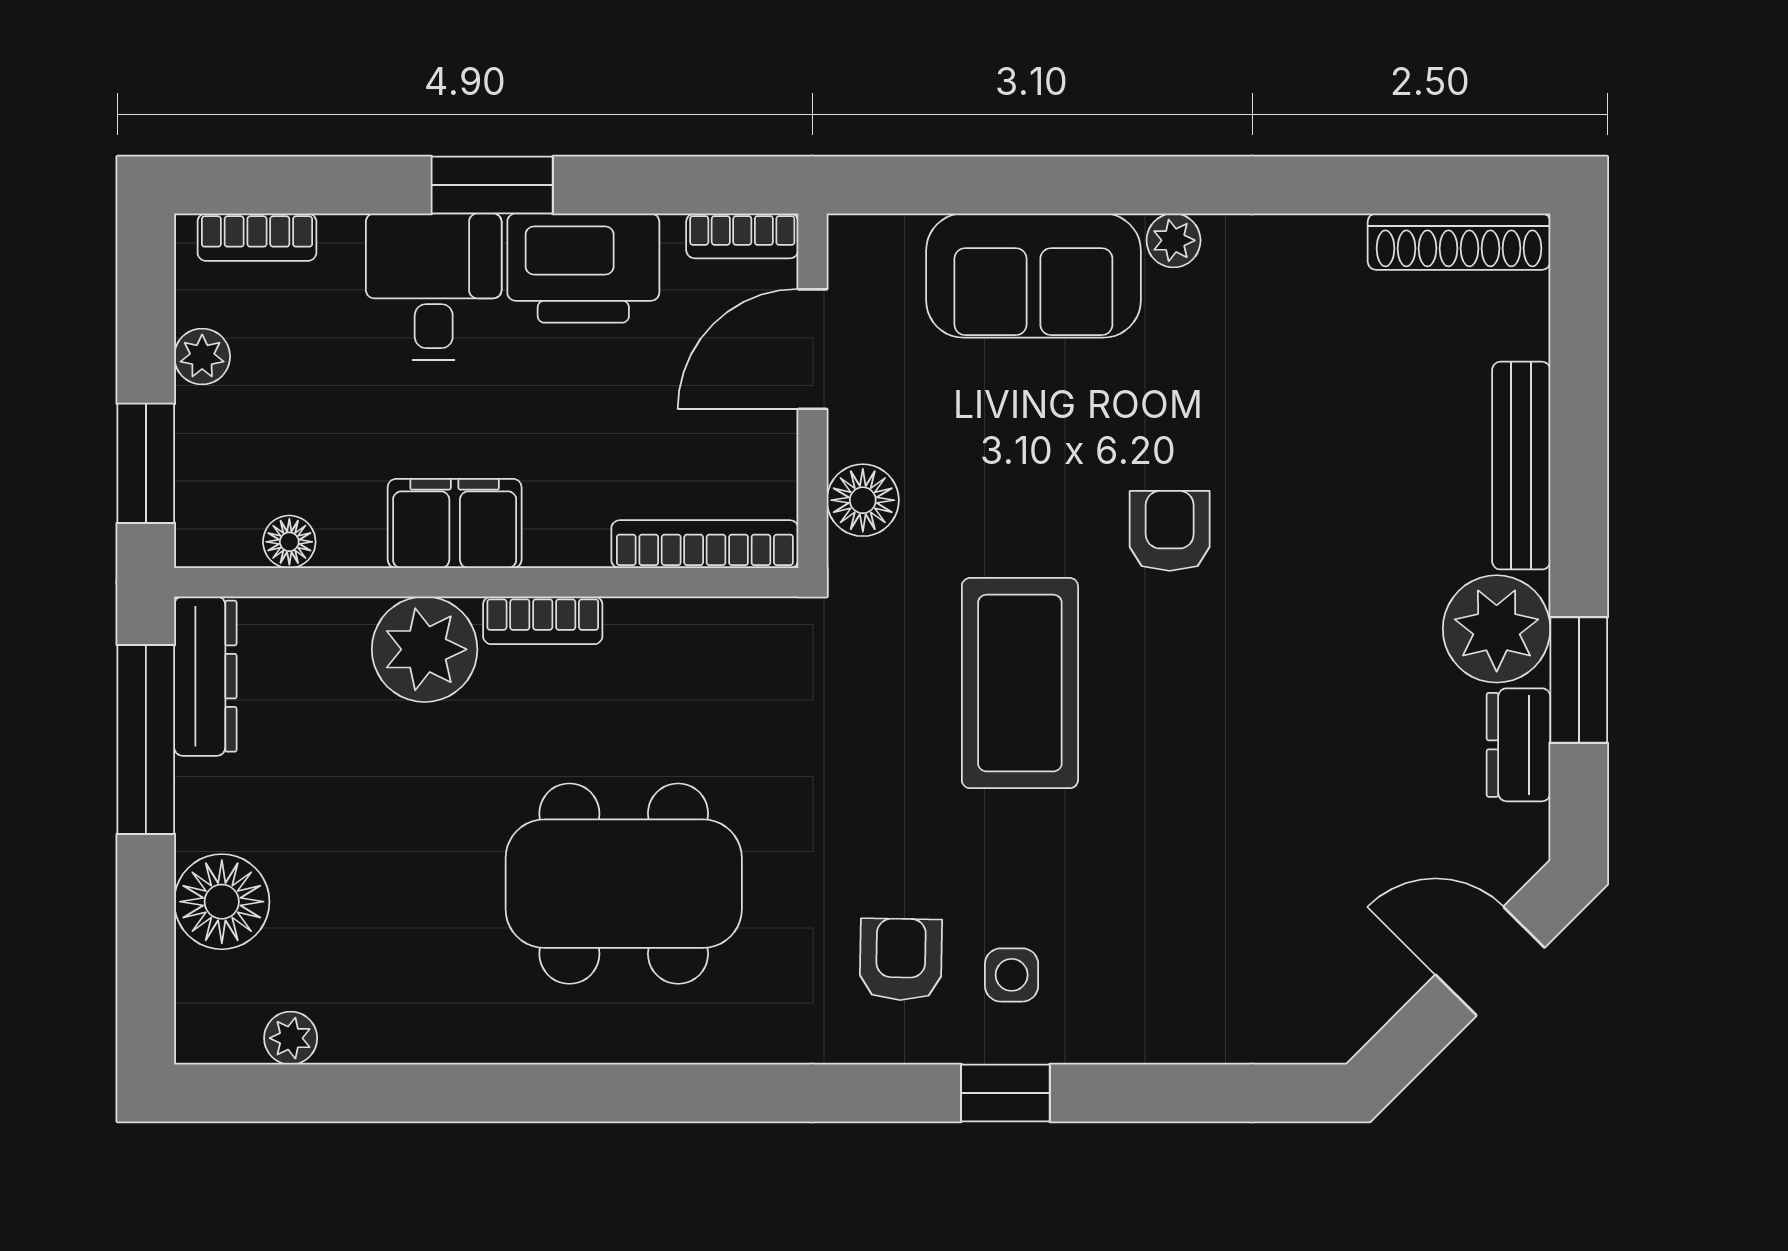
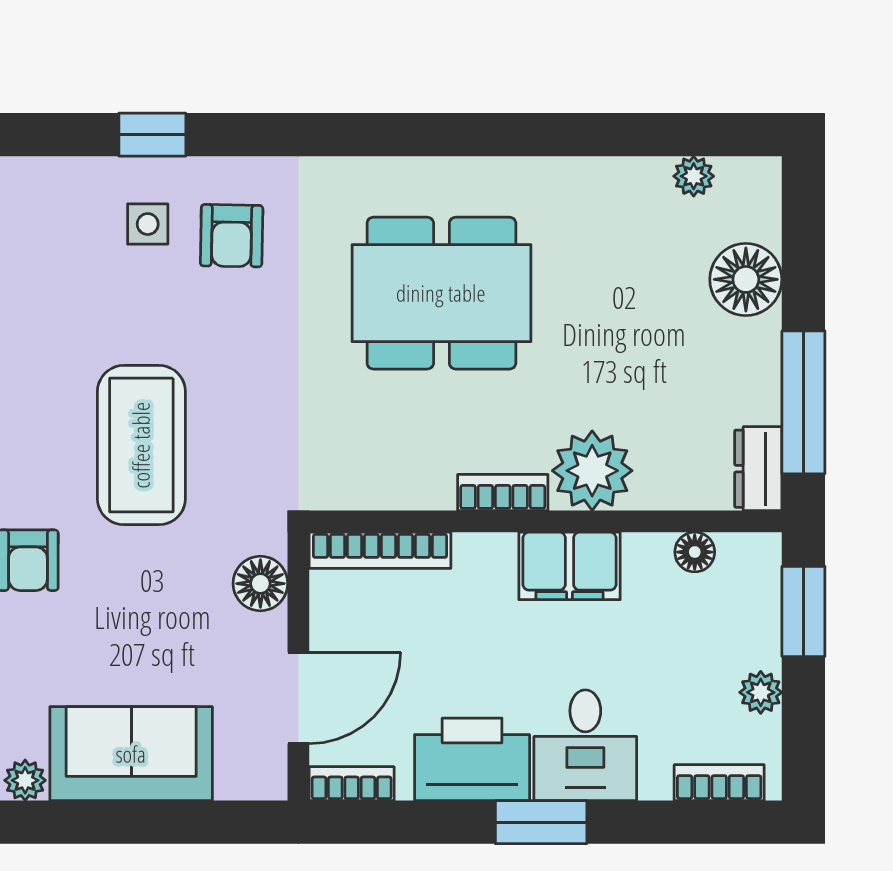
dresser: (205, 676) -> (758, 469), width x0.70

